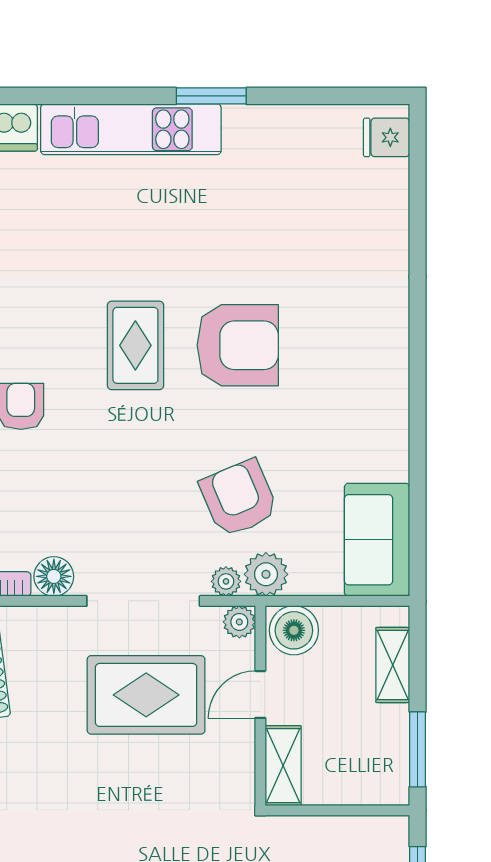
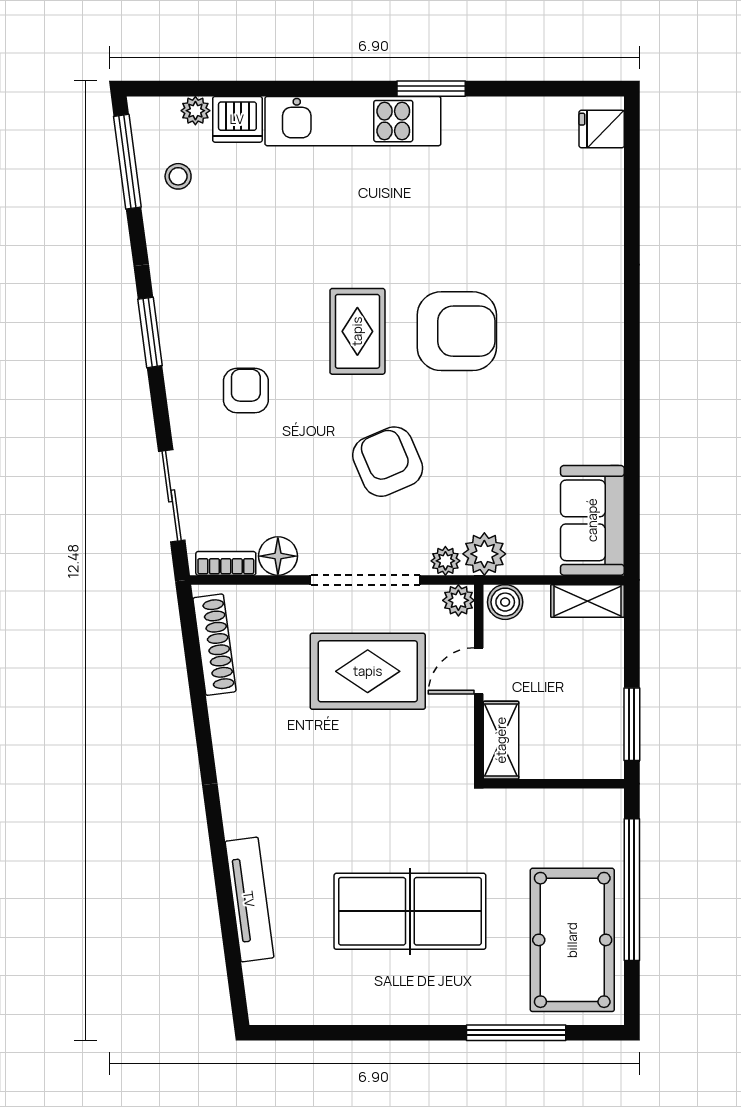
armchair: (239, 498) -> (388, 462), moved
boiler: (294, 630) -> (505, 602), width x0.73, depth x0.73
shelving: (393, 665) -> (588, 601), moved, turned 90

